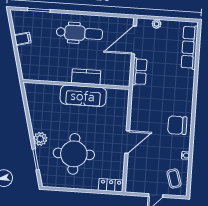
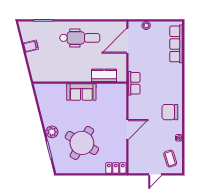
row of seats: (140, 72) -> (134, 83), moved
kitchen counter: (86, 77) -> (104, 75), moved
sofa: (83, 96) -> (81, 92), width x0.73
round table: (74, 154) -> (82, 143), turned 30

